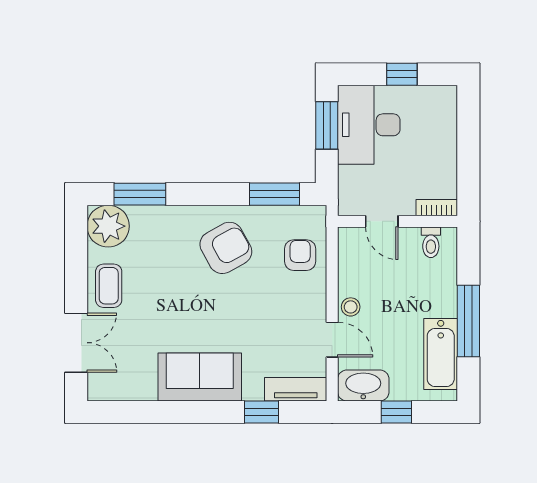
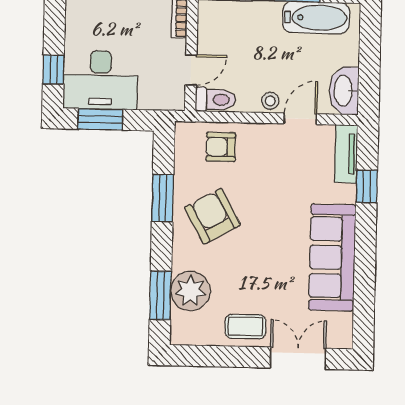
window: (402, 74) -> (53, 70), moved
window: (275, 194) -> (163, 198), moved
plant: (108, 226) -> (190, 291), moved
toilet: (431, 242) -> (215, 100), moved, width x1.37, depth x1.39
sofa: (200, 377) -> (332, 257), width x1.36
window: (396, 412) -> (370, 60), removed

